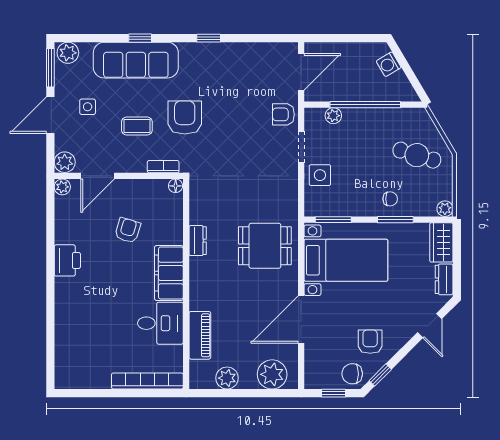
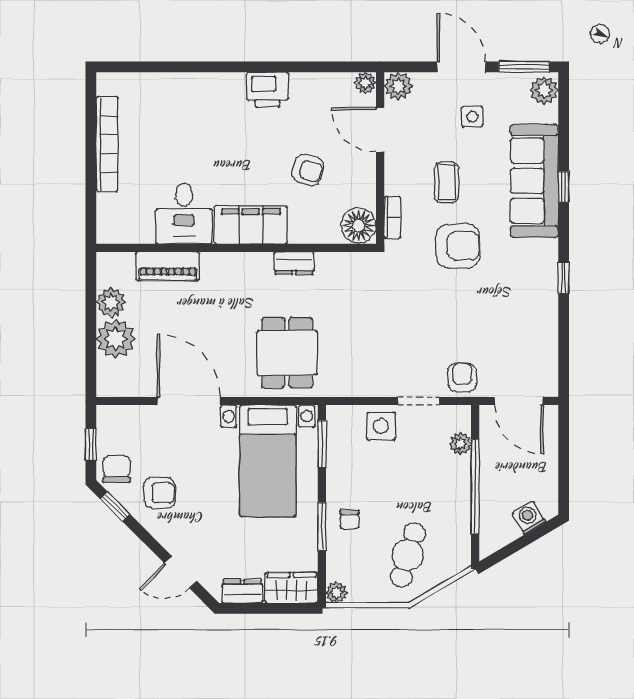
floor lamp: (176, 186) -> (359, 226), width x1.89, depth x1.89
plant: (272, 374) -> (116, 339), moved
bookcase: (147, 381) -> (107, 144), moved

